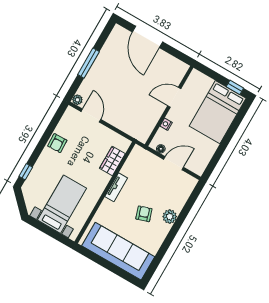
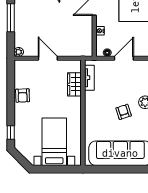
door: (91, 116) -> (48, 58), moved
tv unit: (116, 187) -> (89, 78), moved

